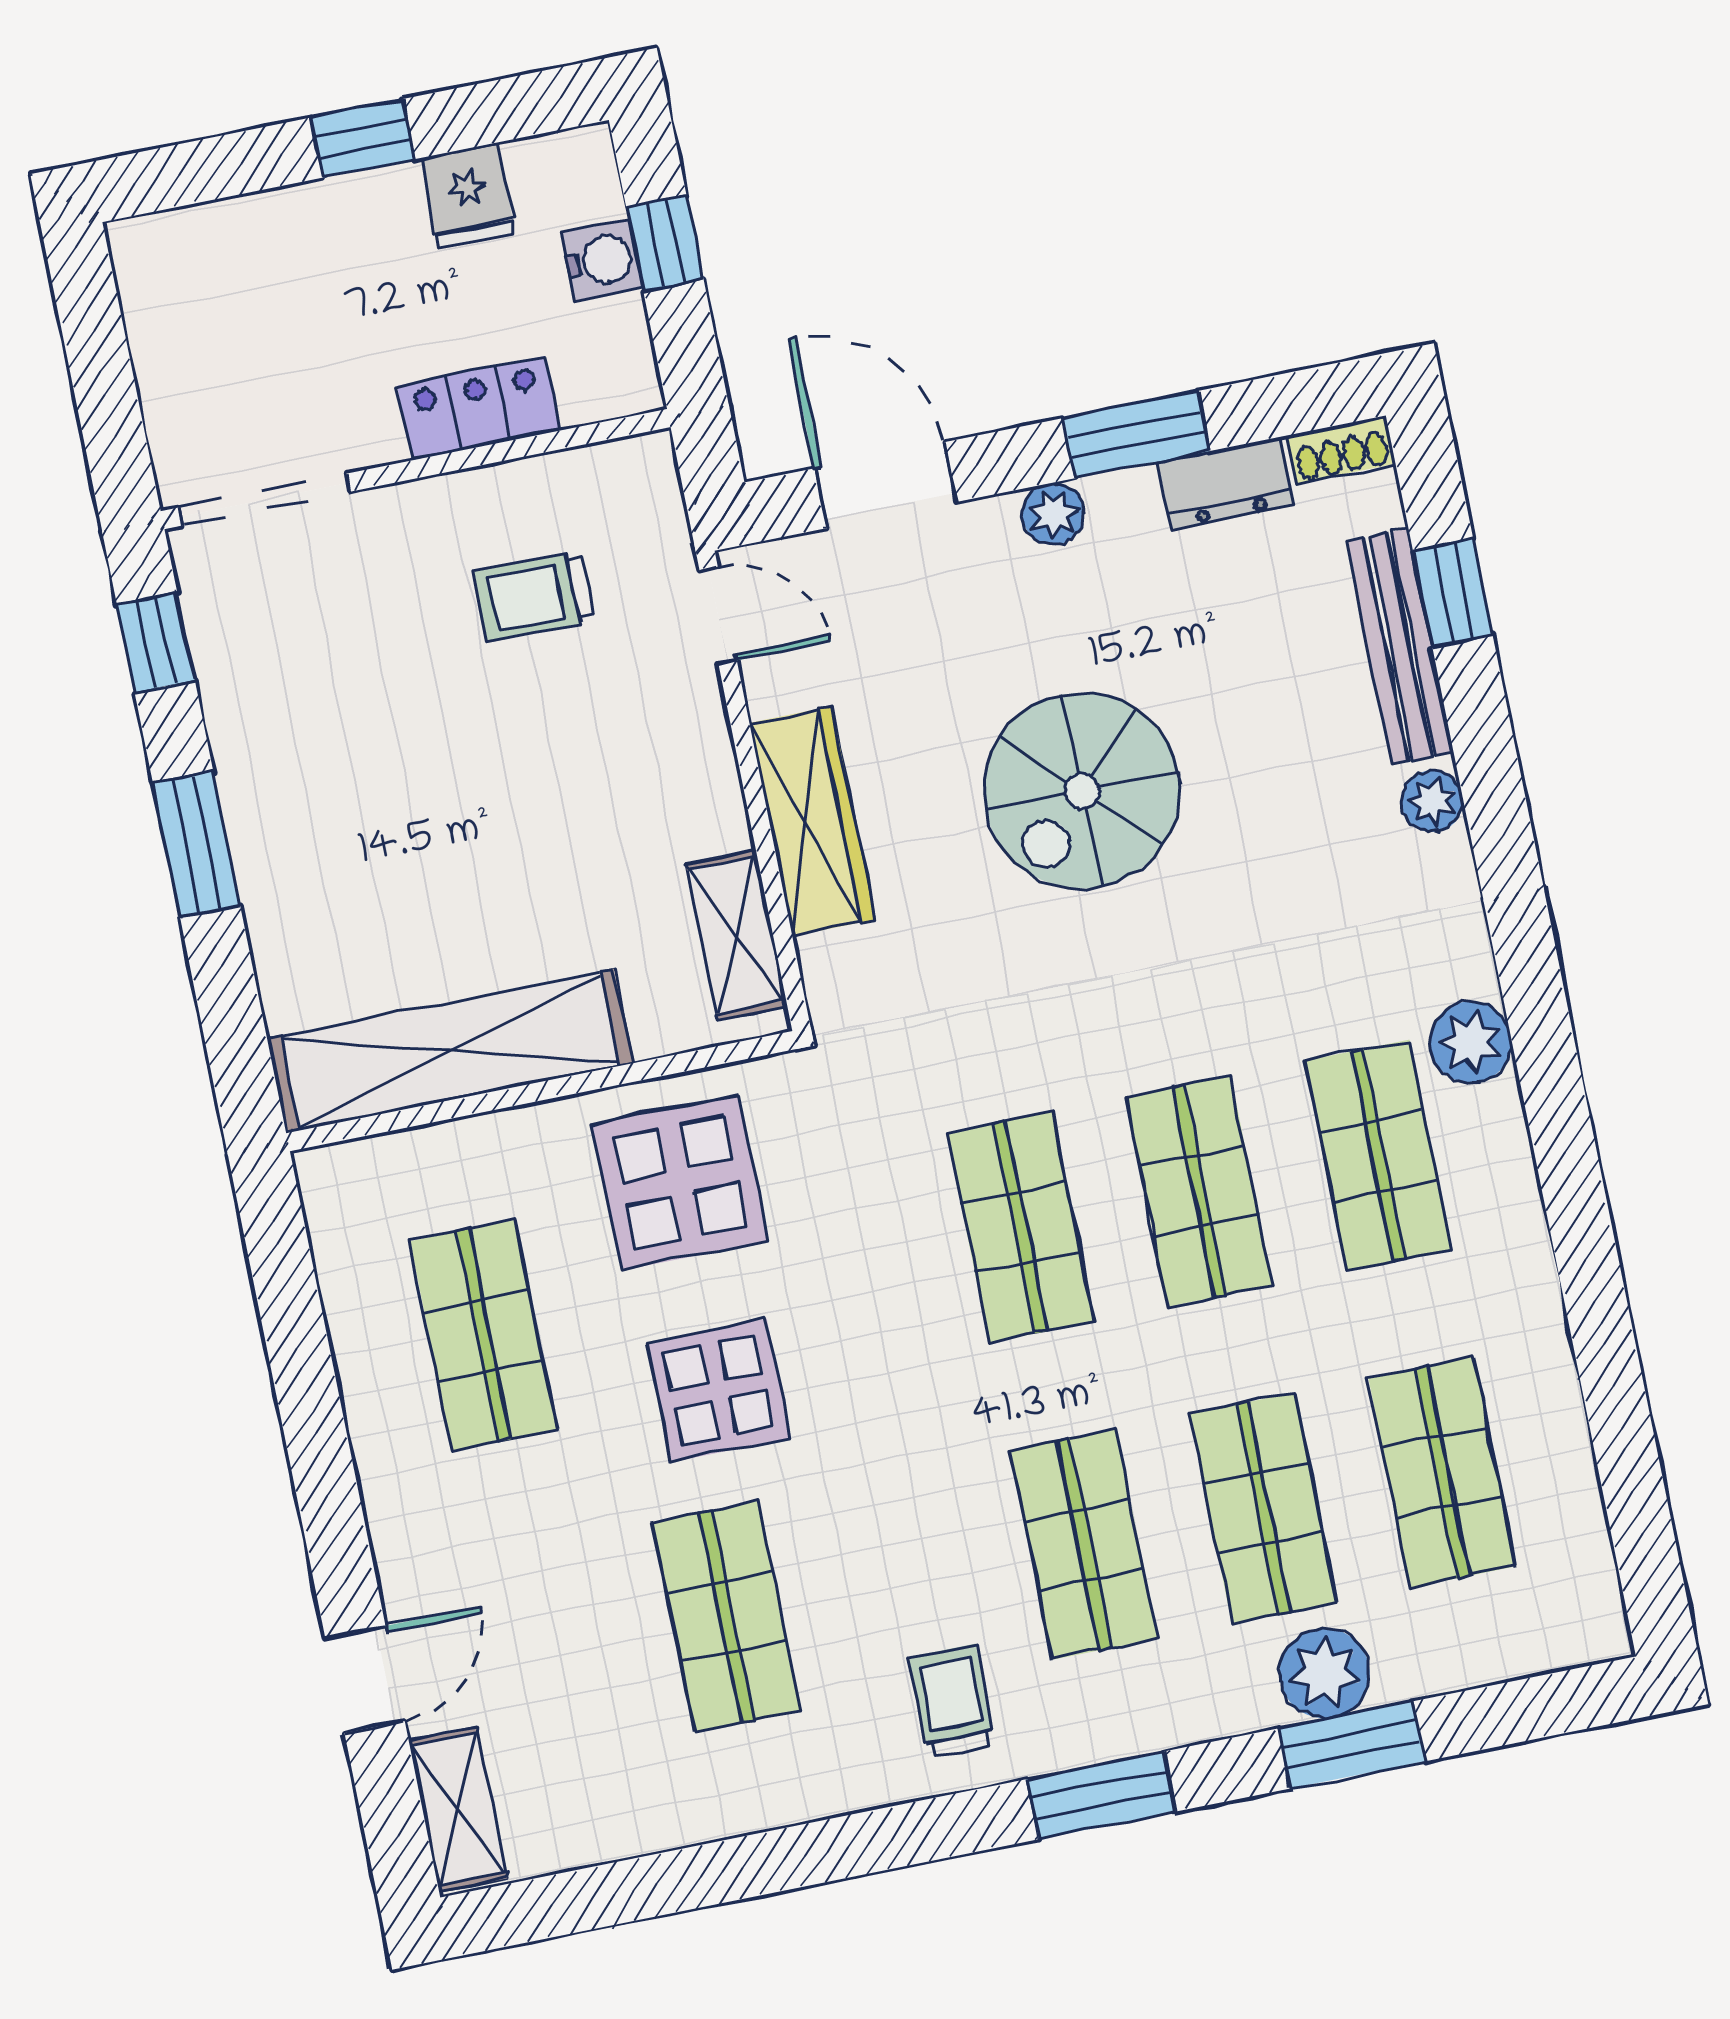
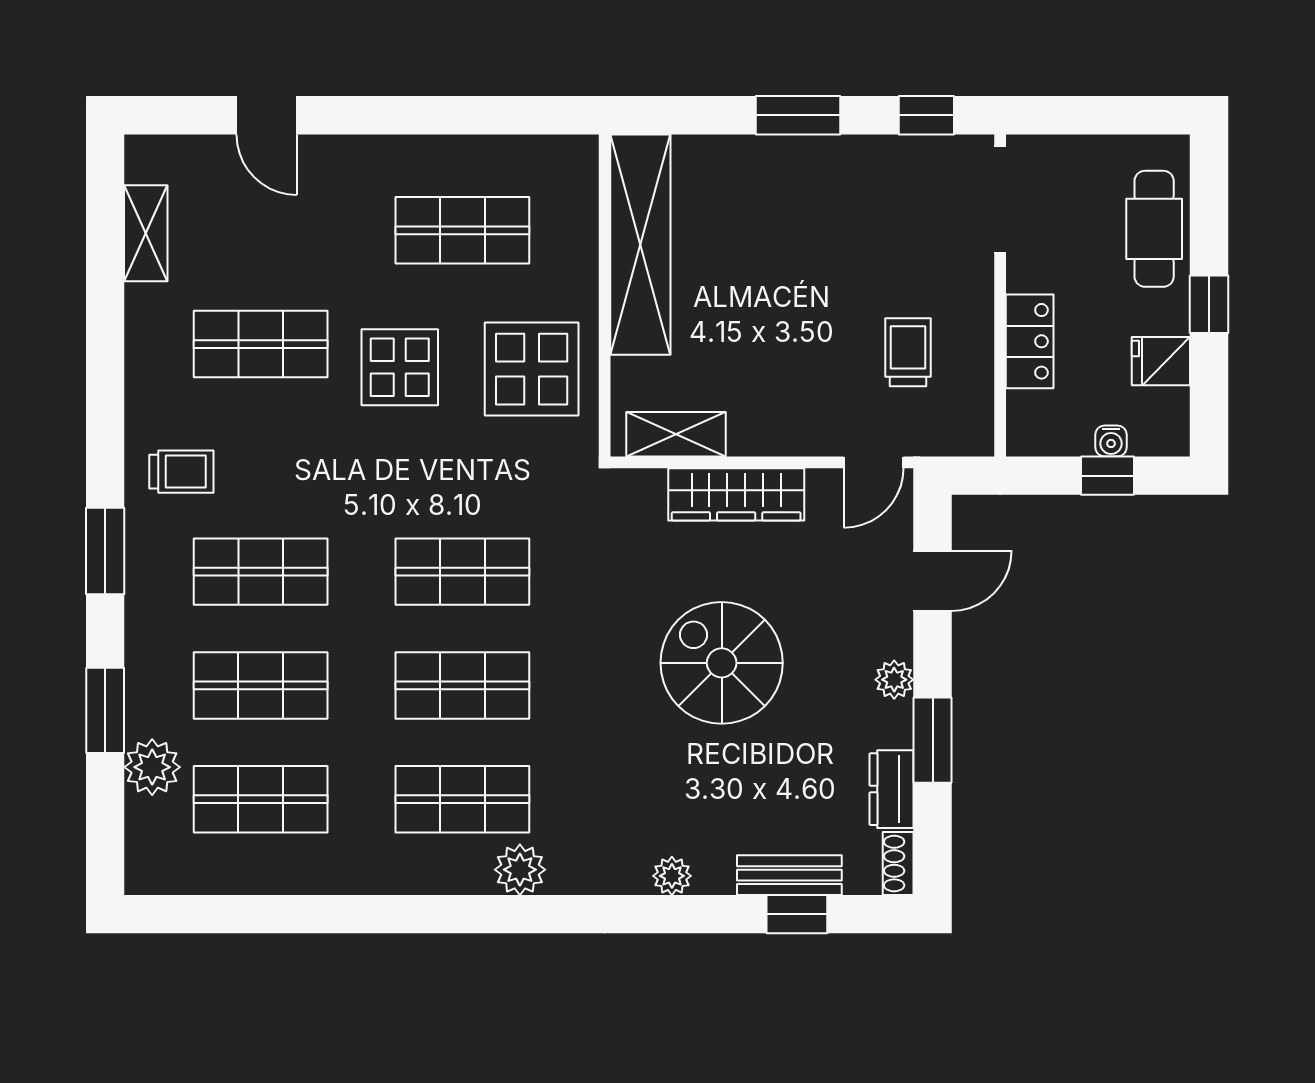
cafe table: (262, 248) -> (1154, 229), added
water cooler: (602, 260) -> (1111, 441), width x0.72, depth x0.72
door: (886, 485) -> (933, 581), width x0.73
bench: (1400, 647) -> (789, 875), width x0.73
plant: (1325, 1673) -> (152, 767), moved
shelving: (458, 1809) -> (146, 233), moved, turned 90

